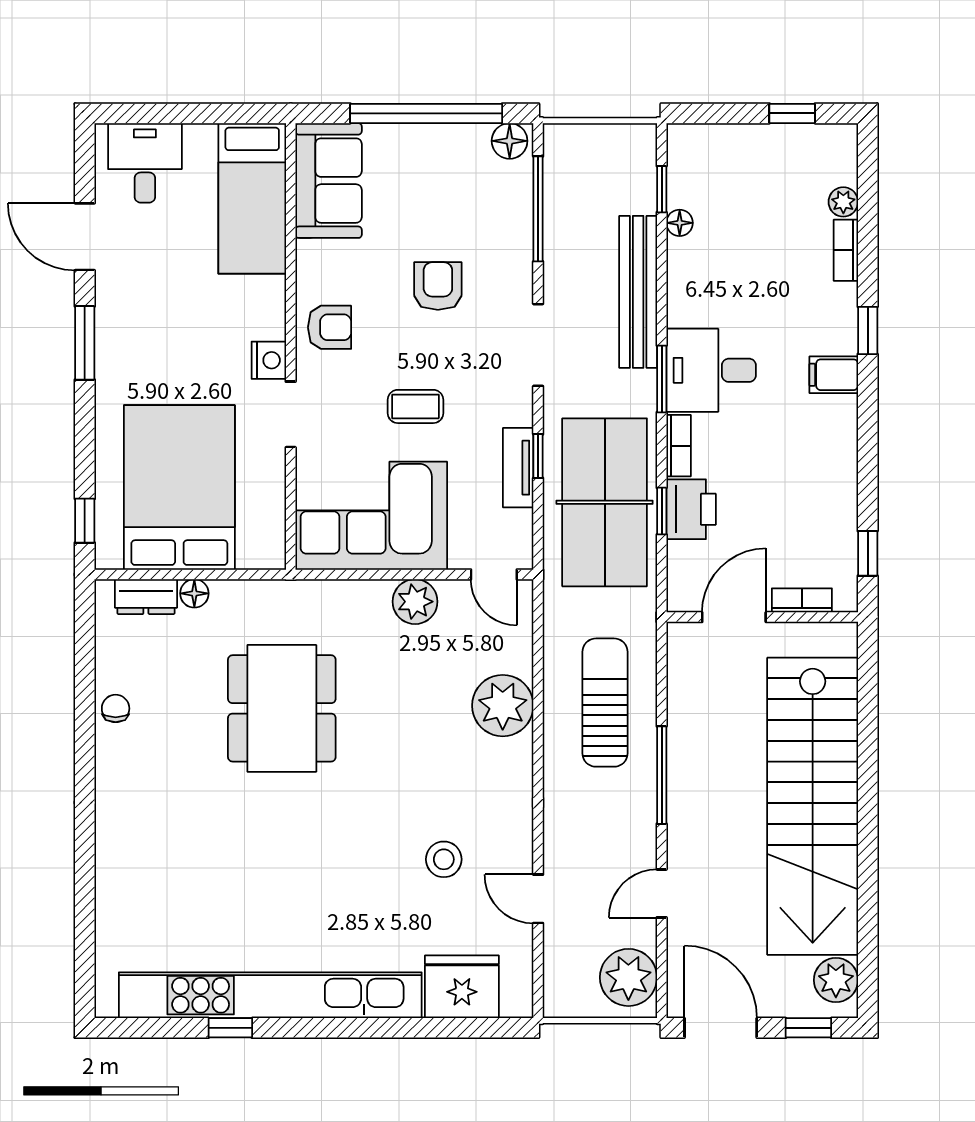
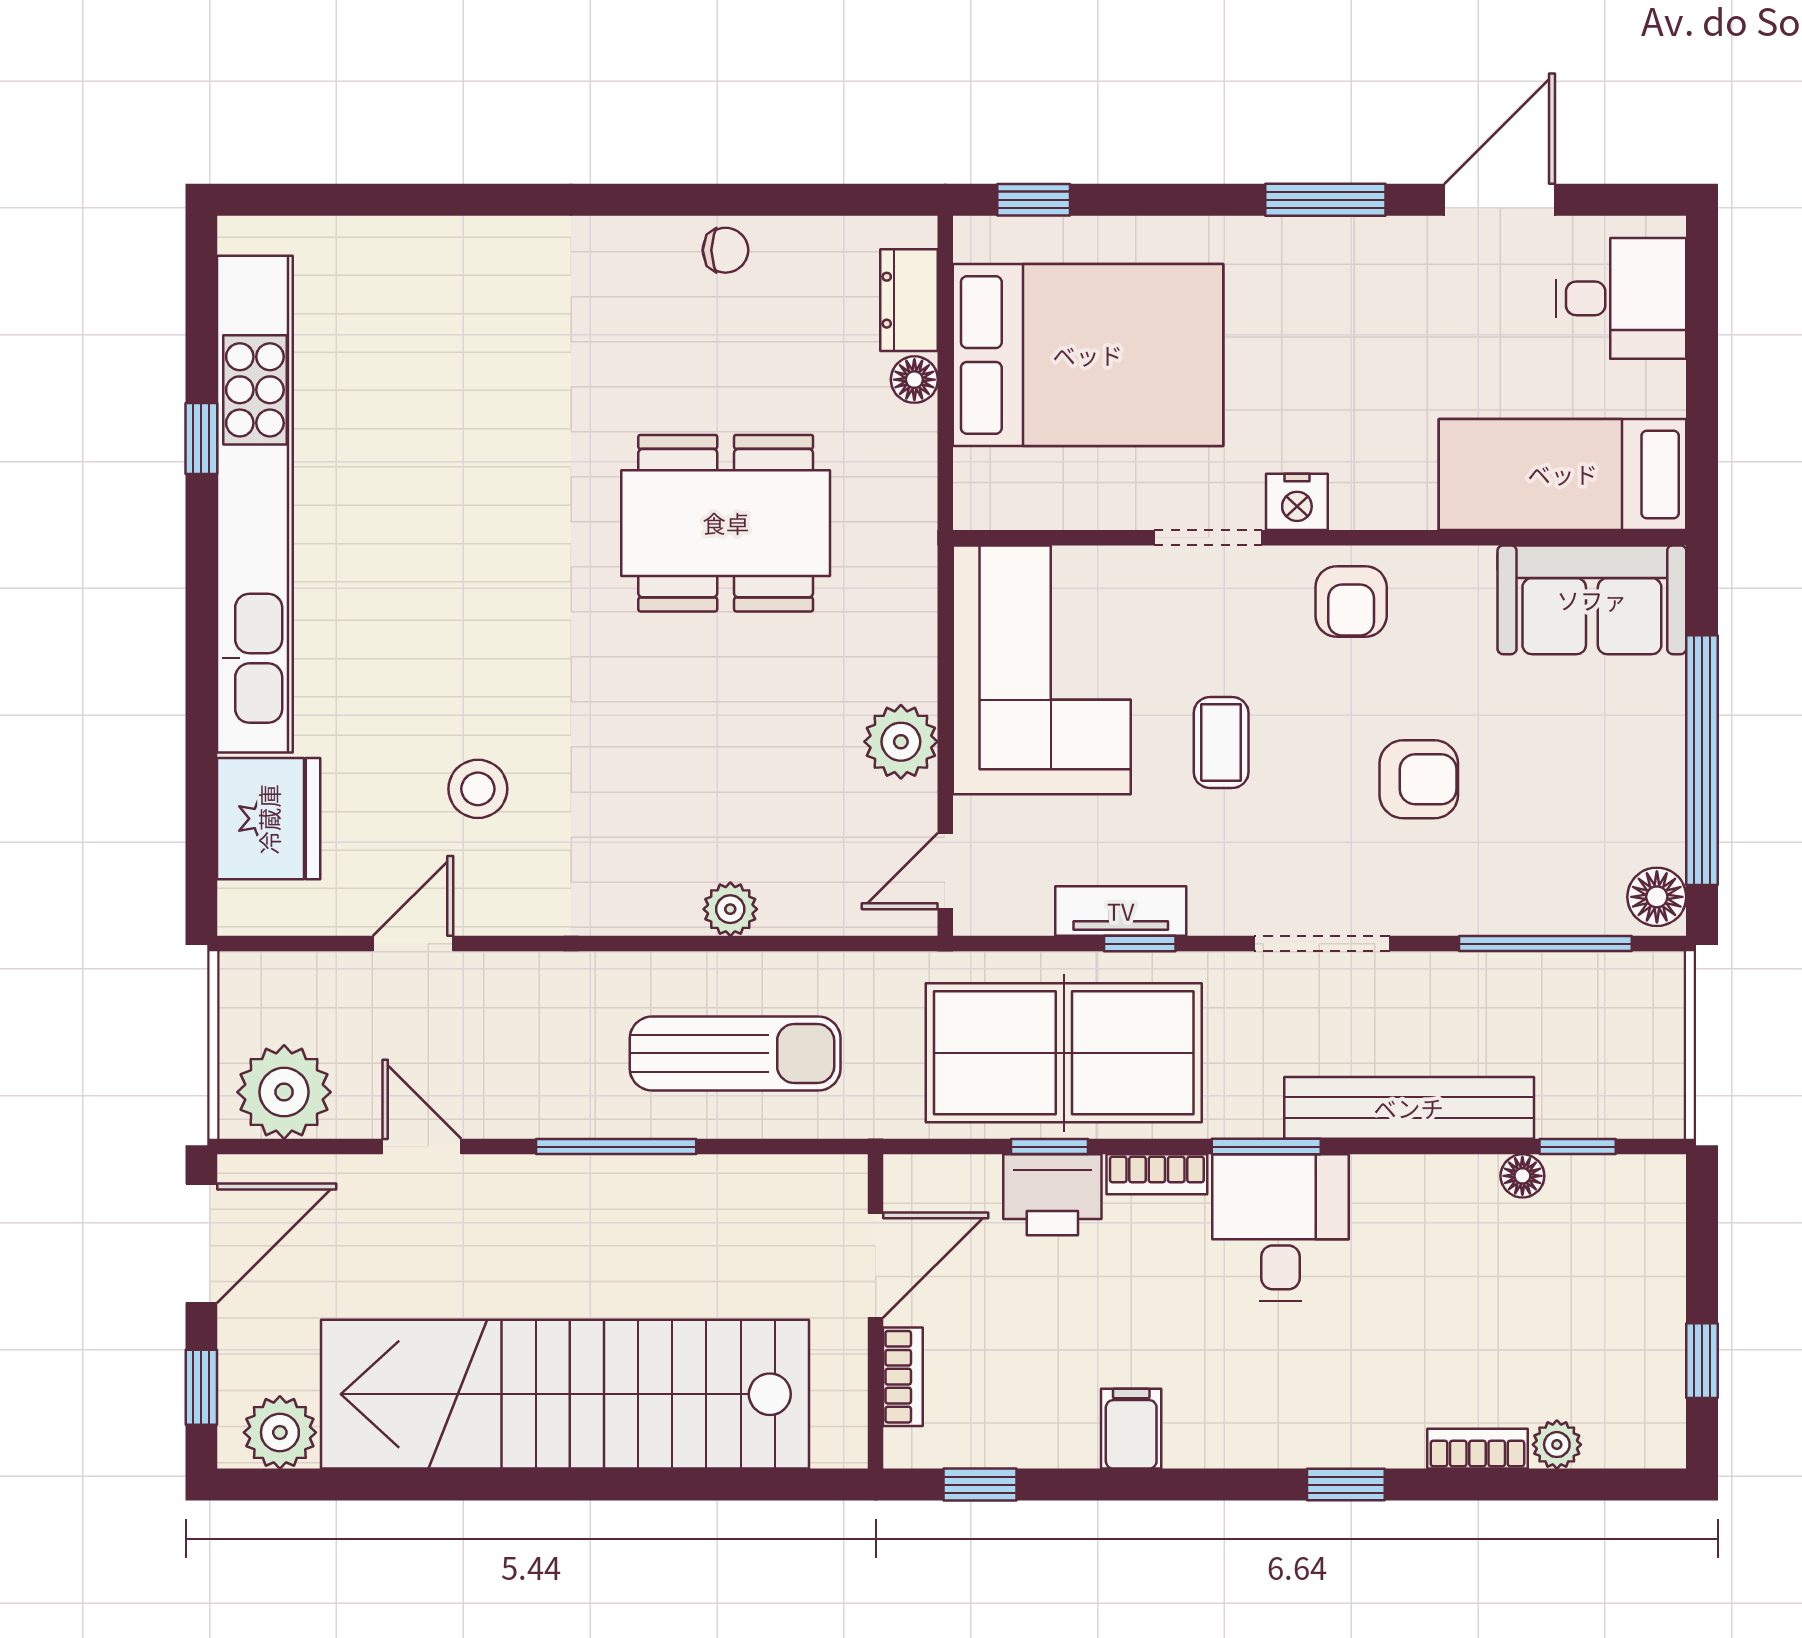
filing cabinet: (834, 375) -> (1131, 1429), moved
door: (734, 617) -> (876, 1265), hinge flipped
plant: (503, 706) -> (730, 909), width x0.53, depth x0.53

